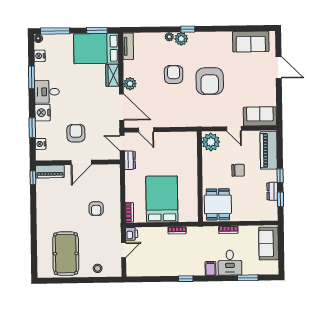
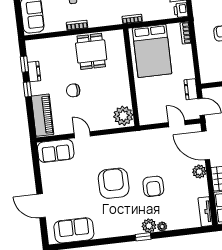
plant: (211, 142) -> (123, 116), moved
wall: (200, 177) -> (131, 77), moved

